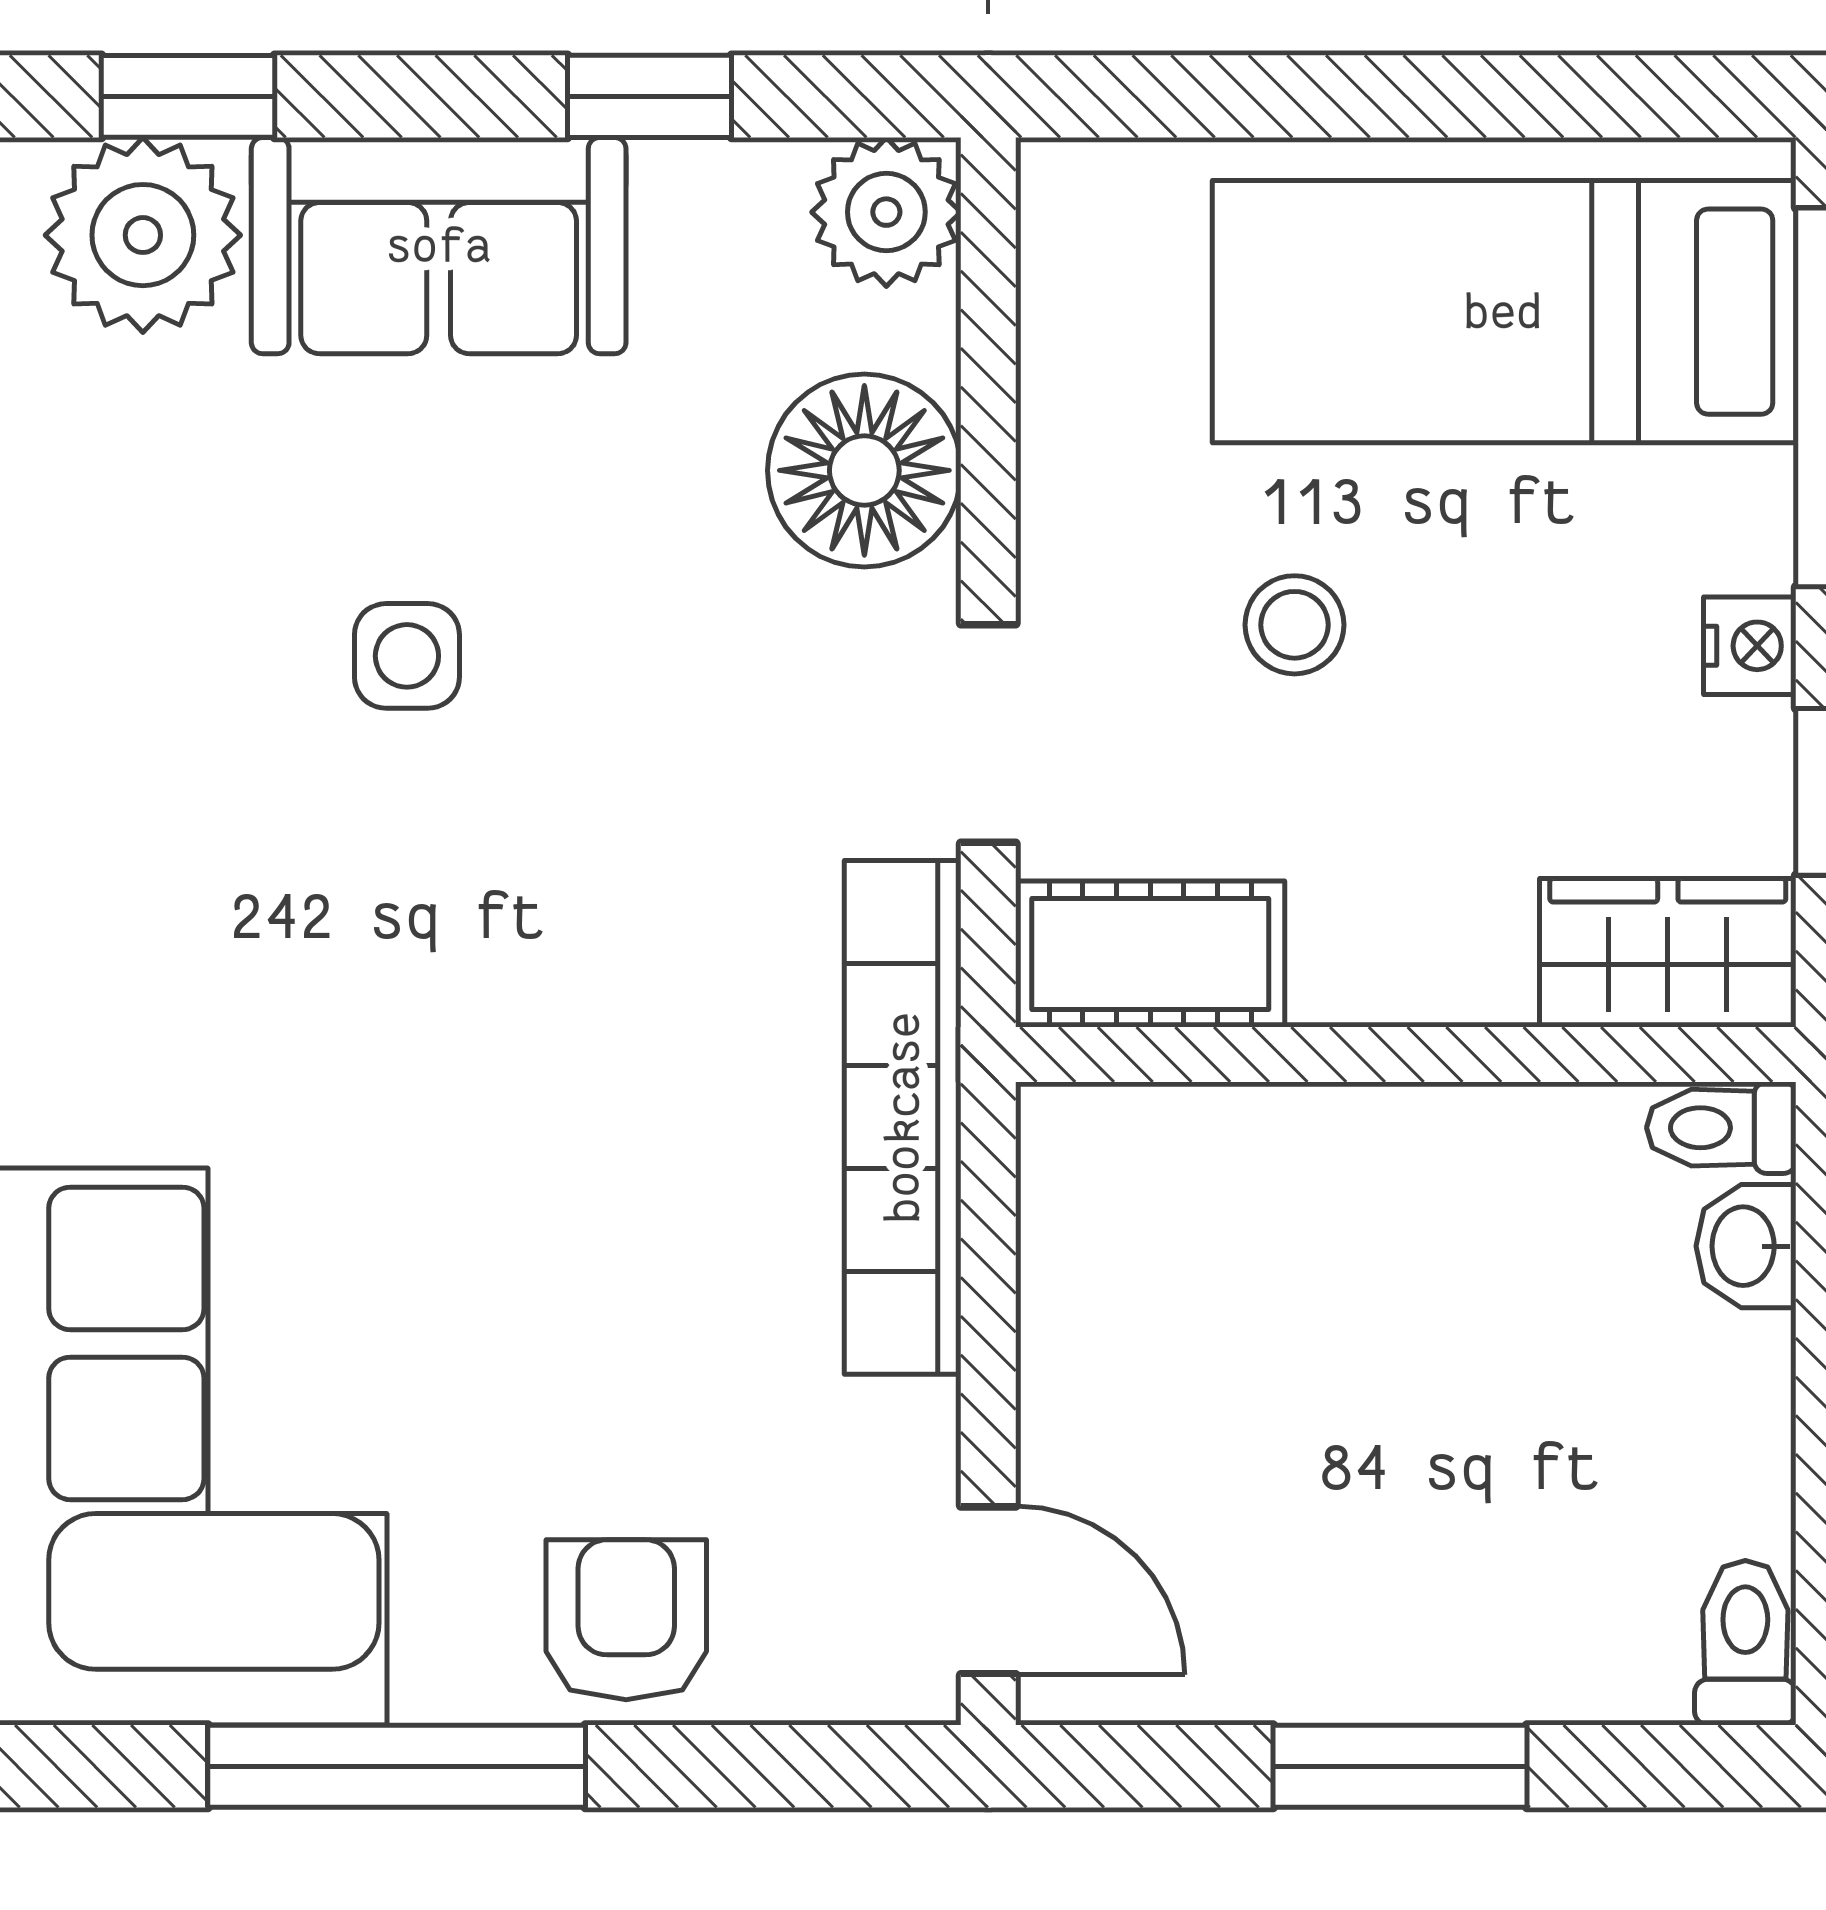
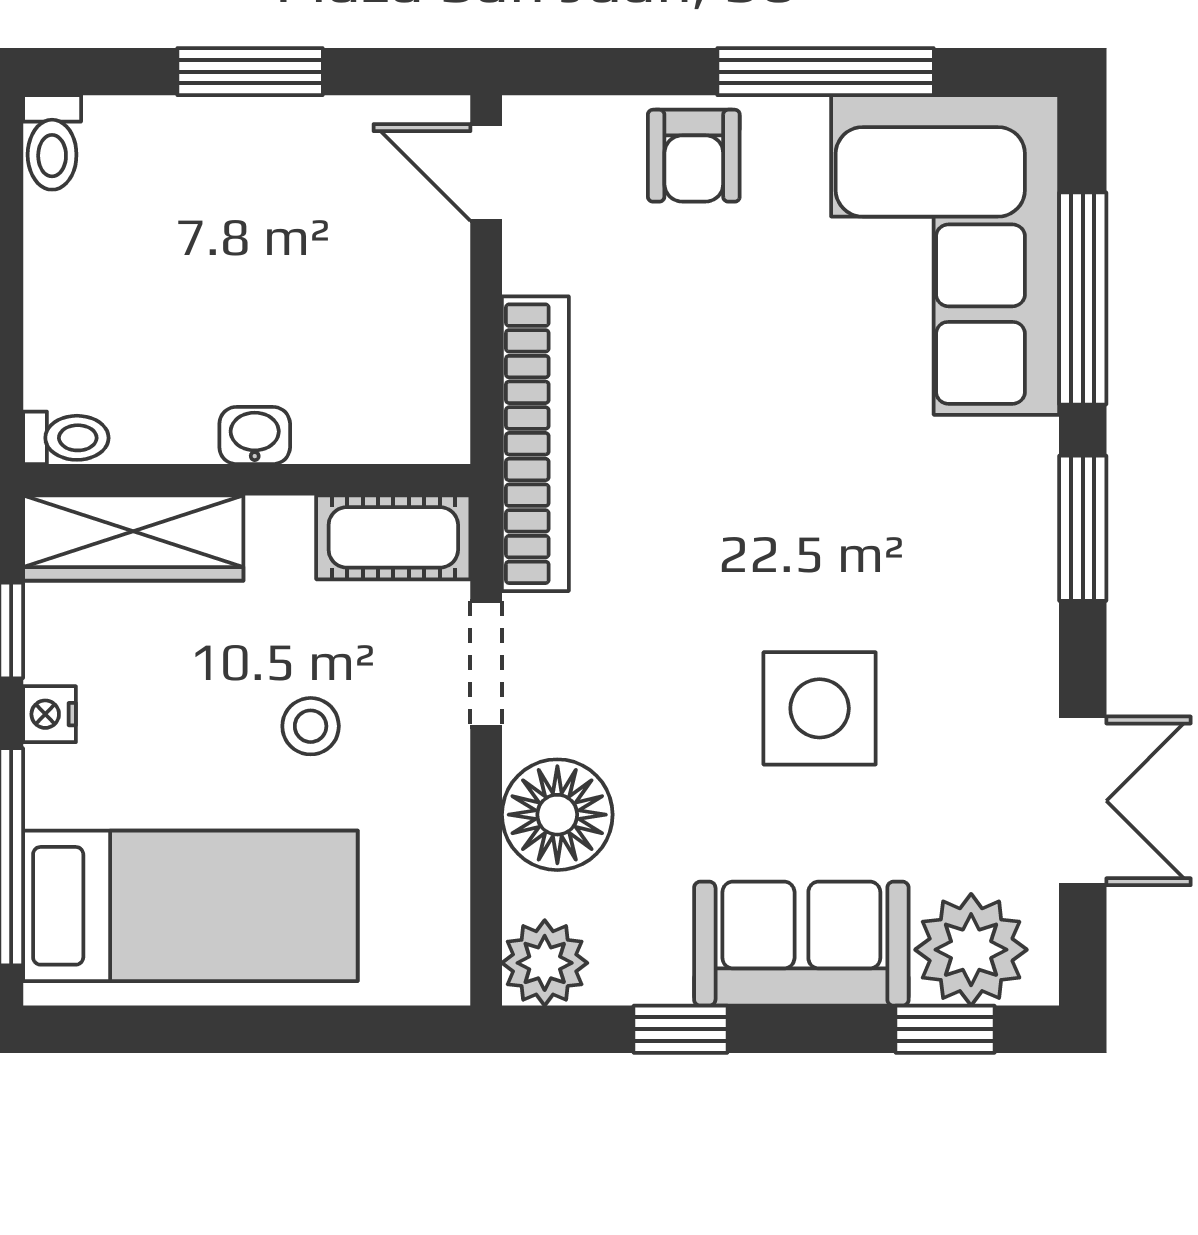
side table: (407, 656) -> (820, 708), width x1.87, depth x1.87
wardrobe: (1668, 953) -> (133, 538), width x1.50
washbasin: (1746, 1246) -> (255, 435), moved, turned -90

